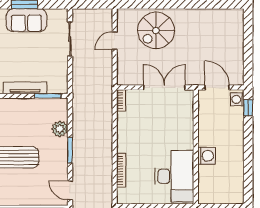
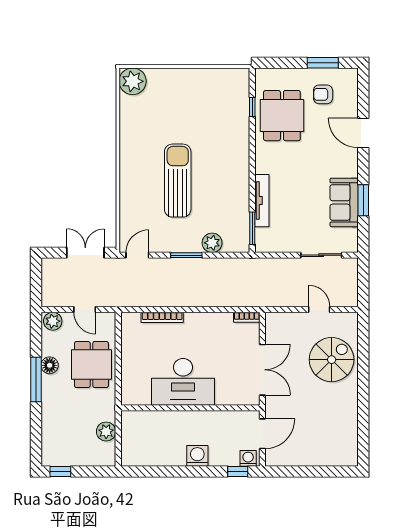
spiral stairs: (156, 30) -> (332, 360), turned 90
washing machine: (206, 156) -> (197, 456), moved, turned 180
desk: (174, 176) -> (183, 382), moved

